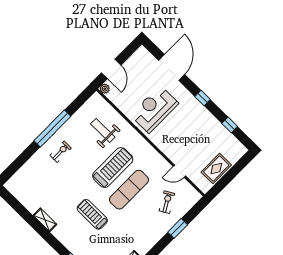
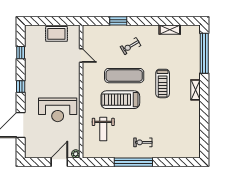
exercise bike: (167, 202) -> (131, 46), moved
shelving: (45, 220) -> (196, 90), moved

